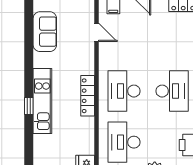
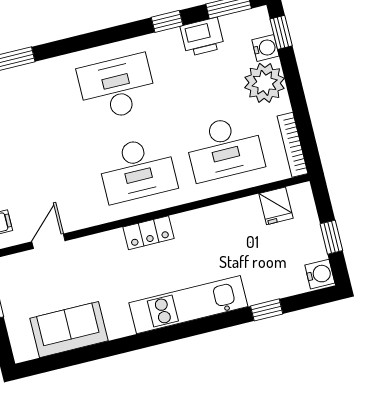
locker: (88, 96) -> (149, 233), width x0.66
window: (29, 106) -> (267, 310), moved

